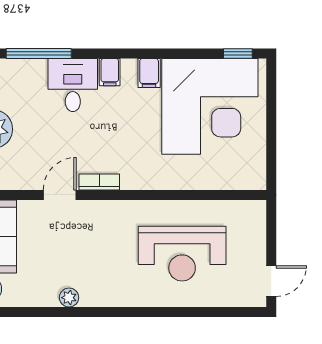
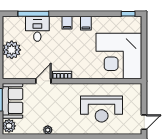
desk: (73, 85) -> (37, 29), moved
corner desk: (210, 106) -> (119, 56), moved, turned 90

